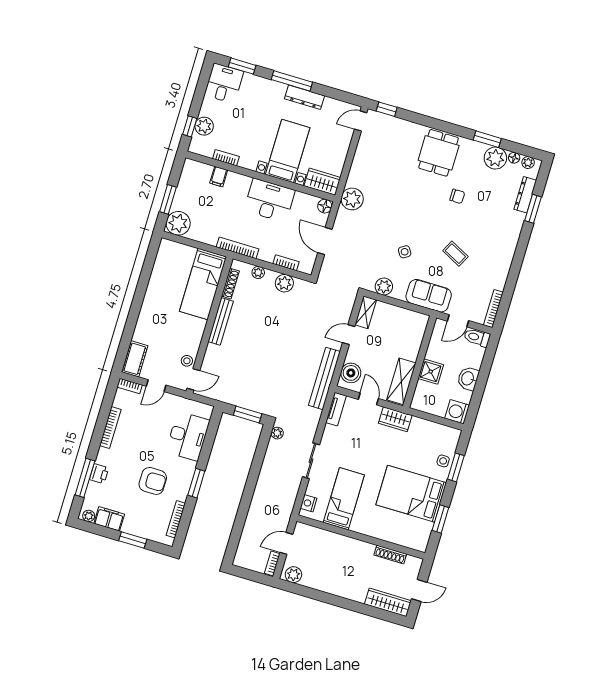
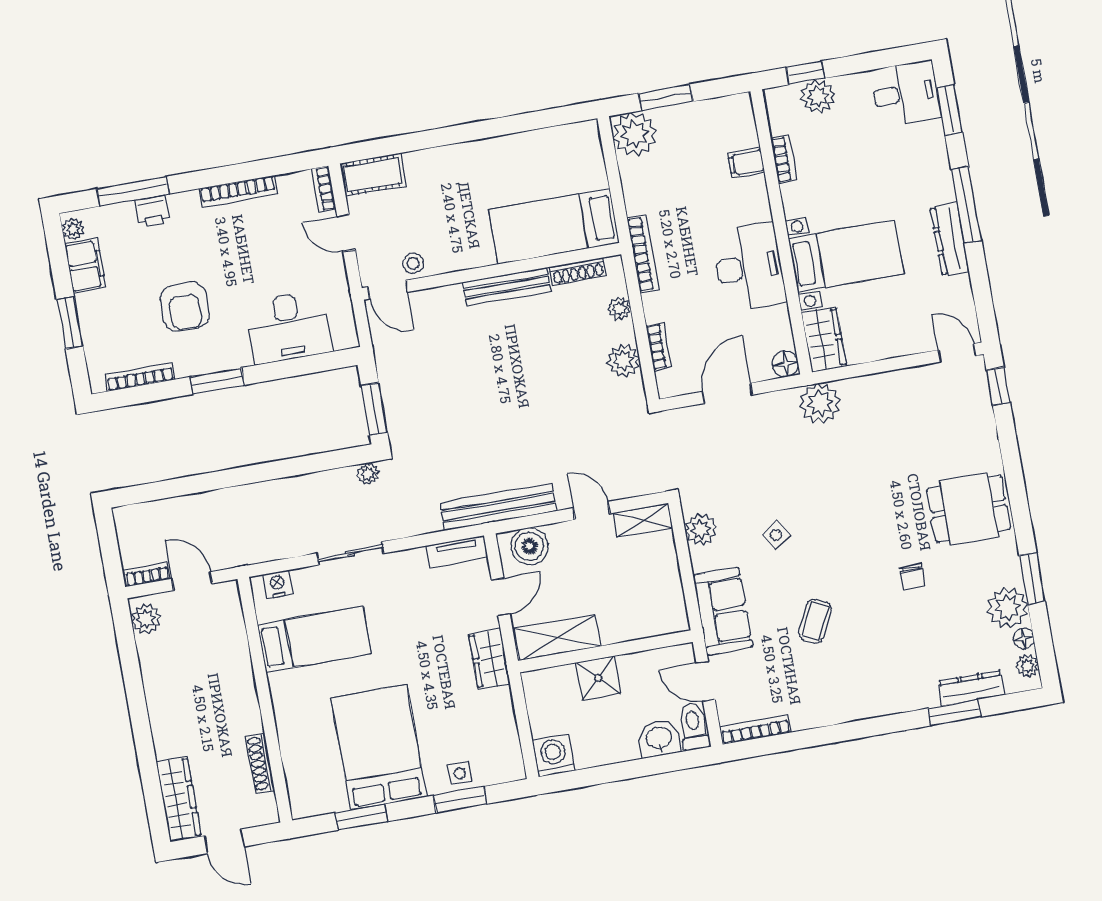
washbasin: (468, 378) -> (659, 739), moved

